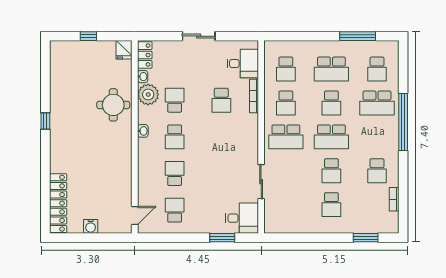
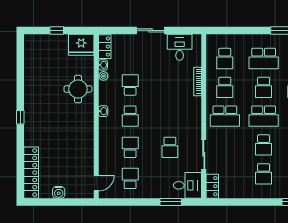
fridge: (124, 50) -> (81, 45), width x1.88, depth x1.34
desk: (243, 64) -> (180, 47), moved, turned -90
plant: (148, 94) -> (103, 76), width x0.53, depth x0.53
school desk: (221, 100) -> (170, 147), moved
window: (45, 121) -> (20, 117), moved
locker: (271, 219) -> (212, 186), added

